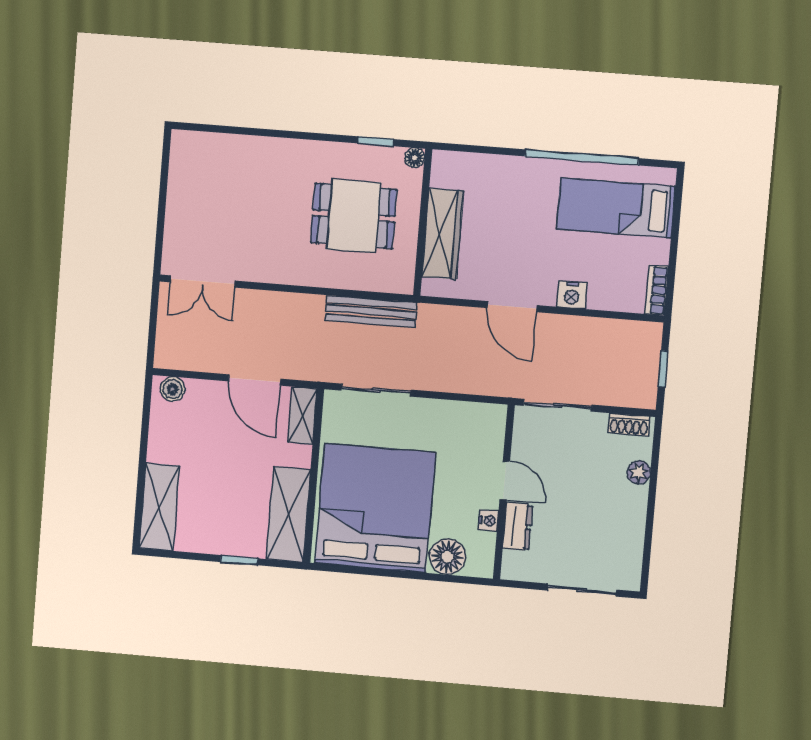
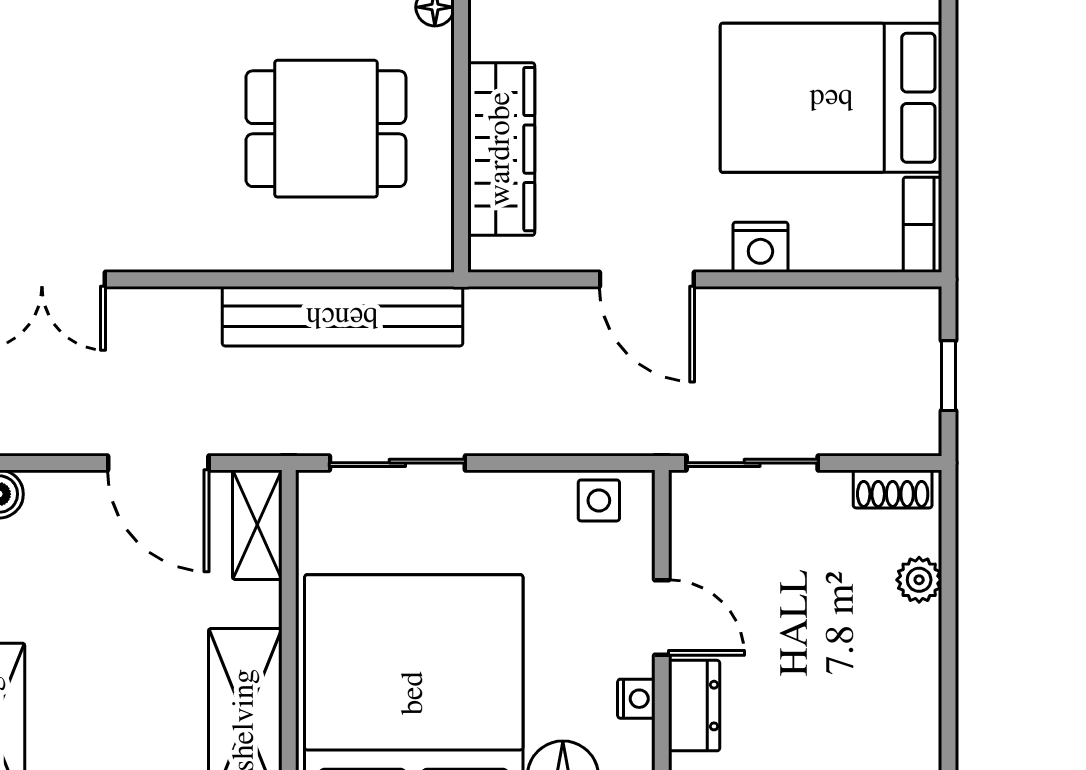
bed: (616, 208) -> (831, 98), width x1.50
bench: (371, 311) -> (342, 316), width x1.37, depth x1.21
side table: (478, 418) -> (599, 500), added

